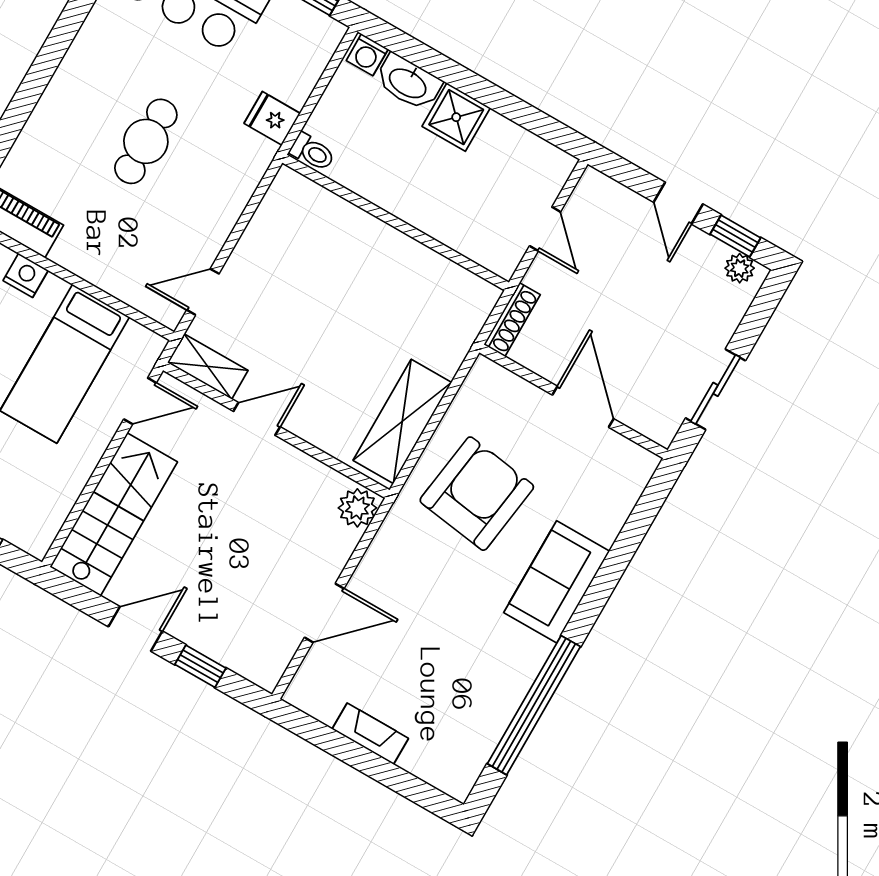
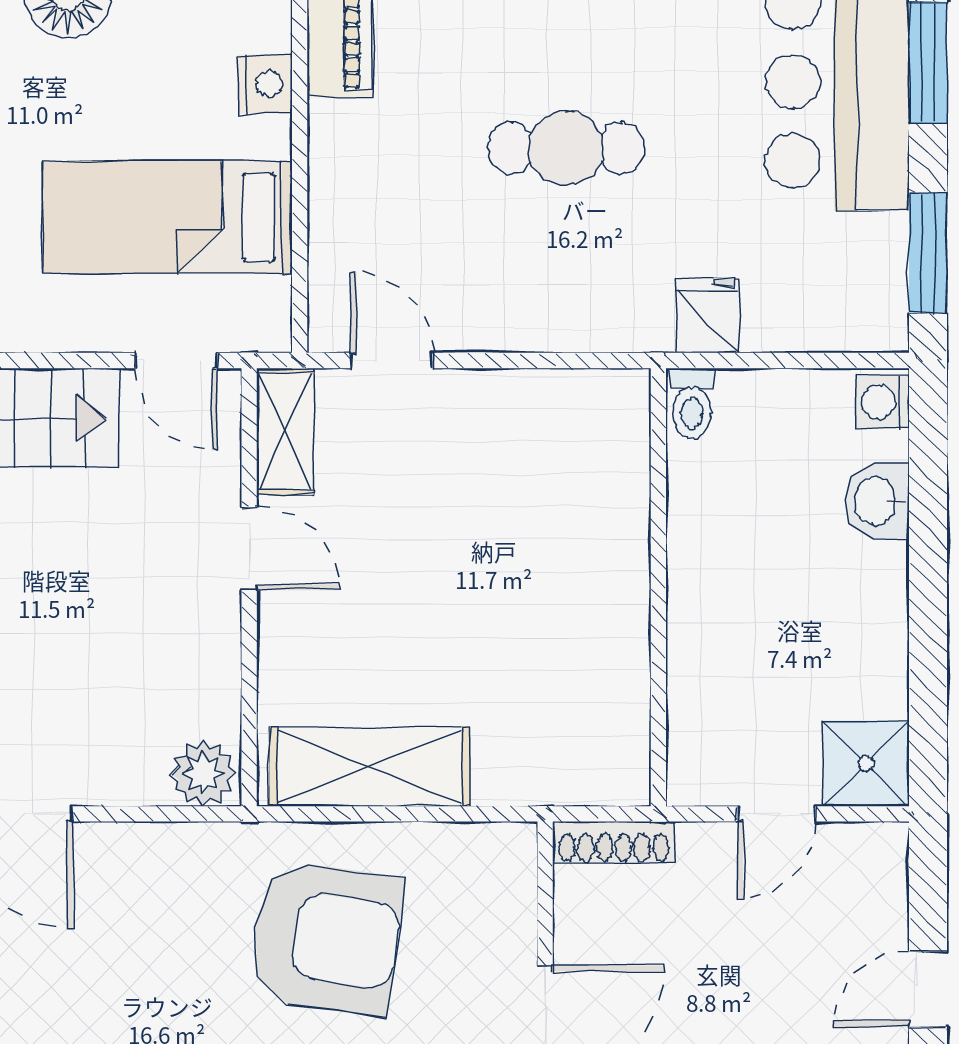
washbasin: (408, 82) -> (877, 501), width x0.72
shower: (456, 117) -> (866, 763), moved

